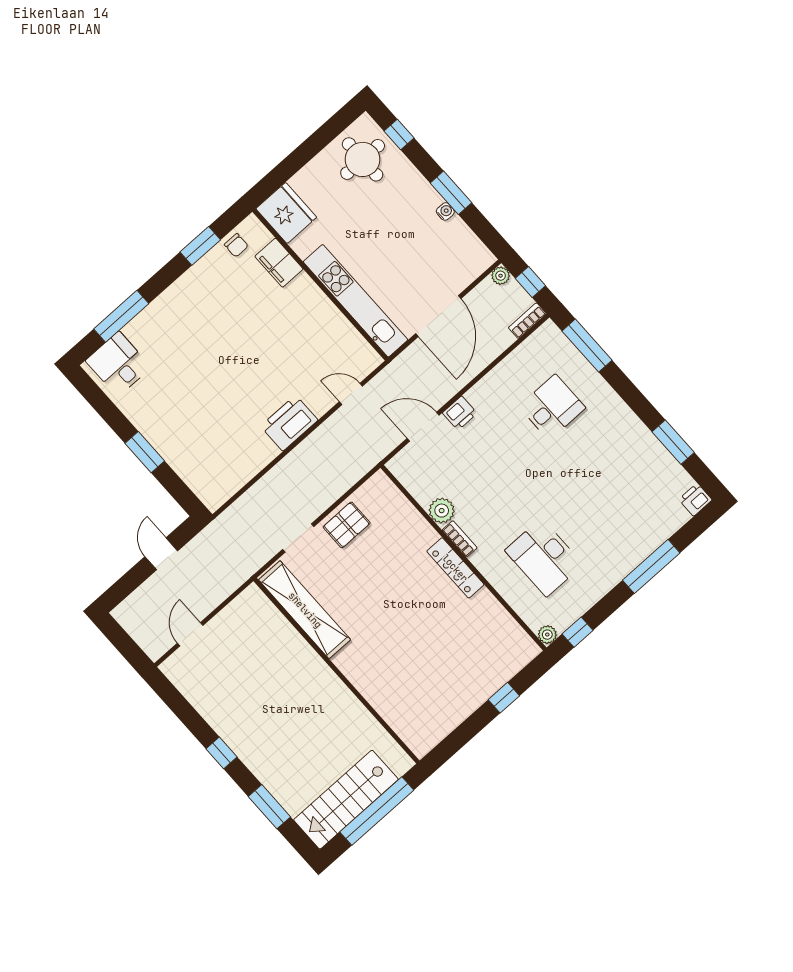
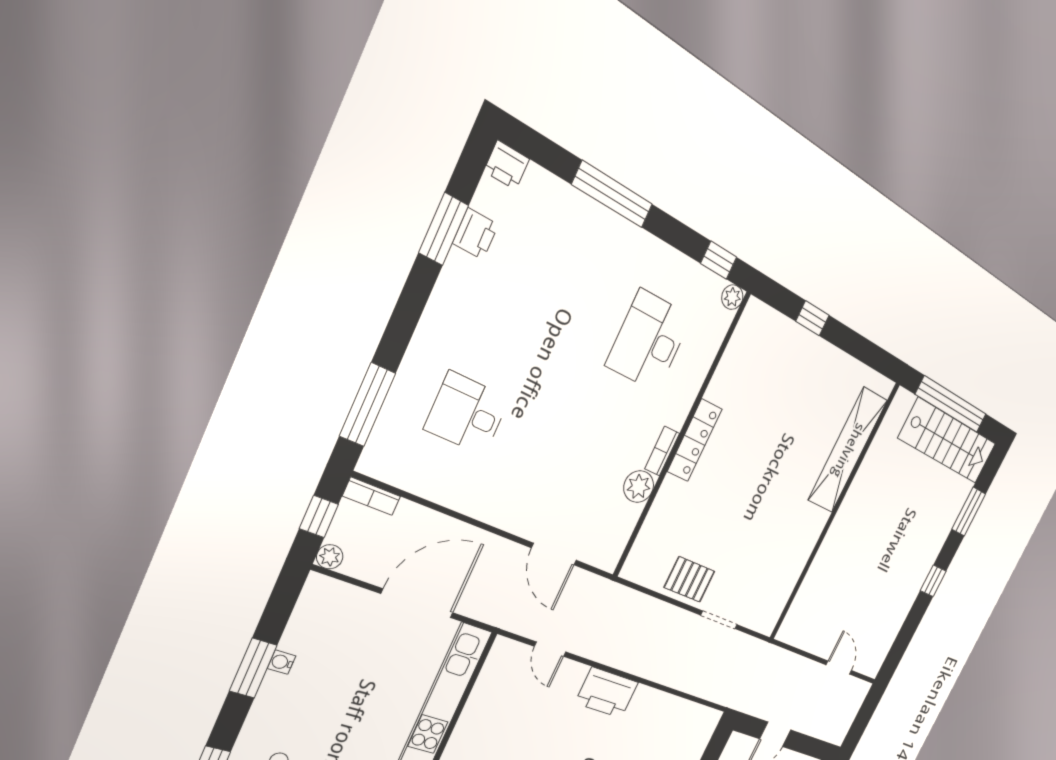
printer: (460, 413) -> (475, 234), moved, turned 90
desk: (544, 557) -> (649, 341), turned 180
shelving: (305, 610) -> (848, 450), moved
door: (190, 634) -> (839, 668), swing flipped

